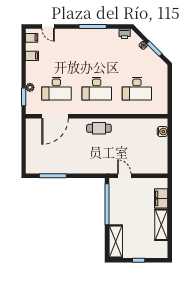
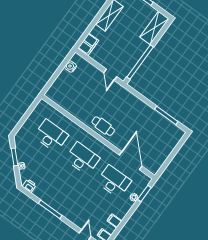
door: (55, 116) -> (131, 161), hinge flipped
water cooler: (162, 131) -> (71, 66), moved
filing cabinet: (161, 198) -> (88, 44), moved

